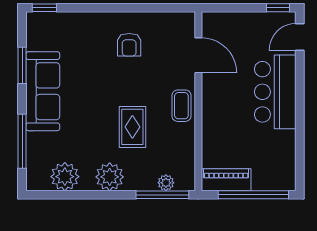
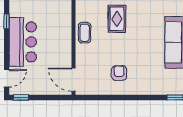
door: (198, 55) -> (74, 80), moved
window: (300, 123) -> (7, 21), added

